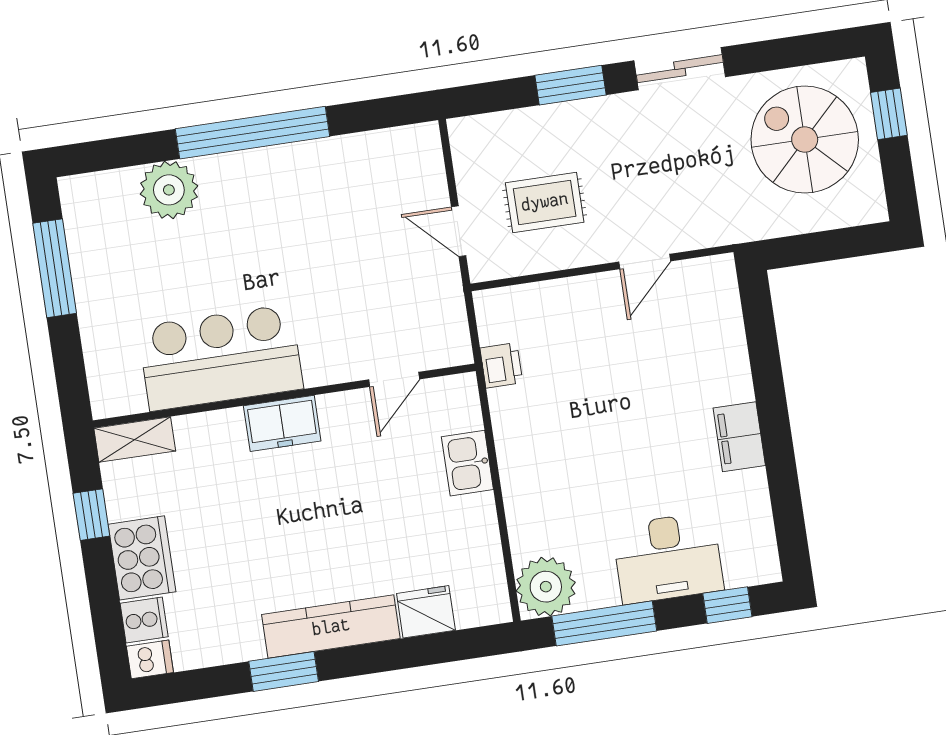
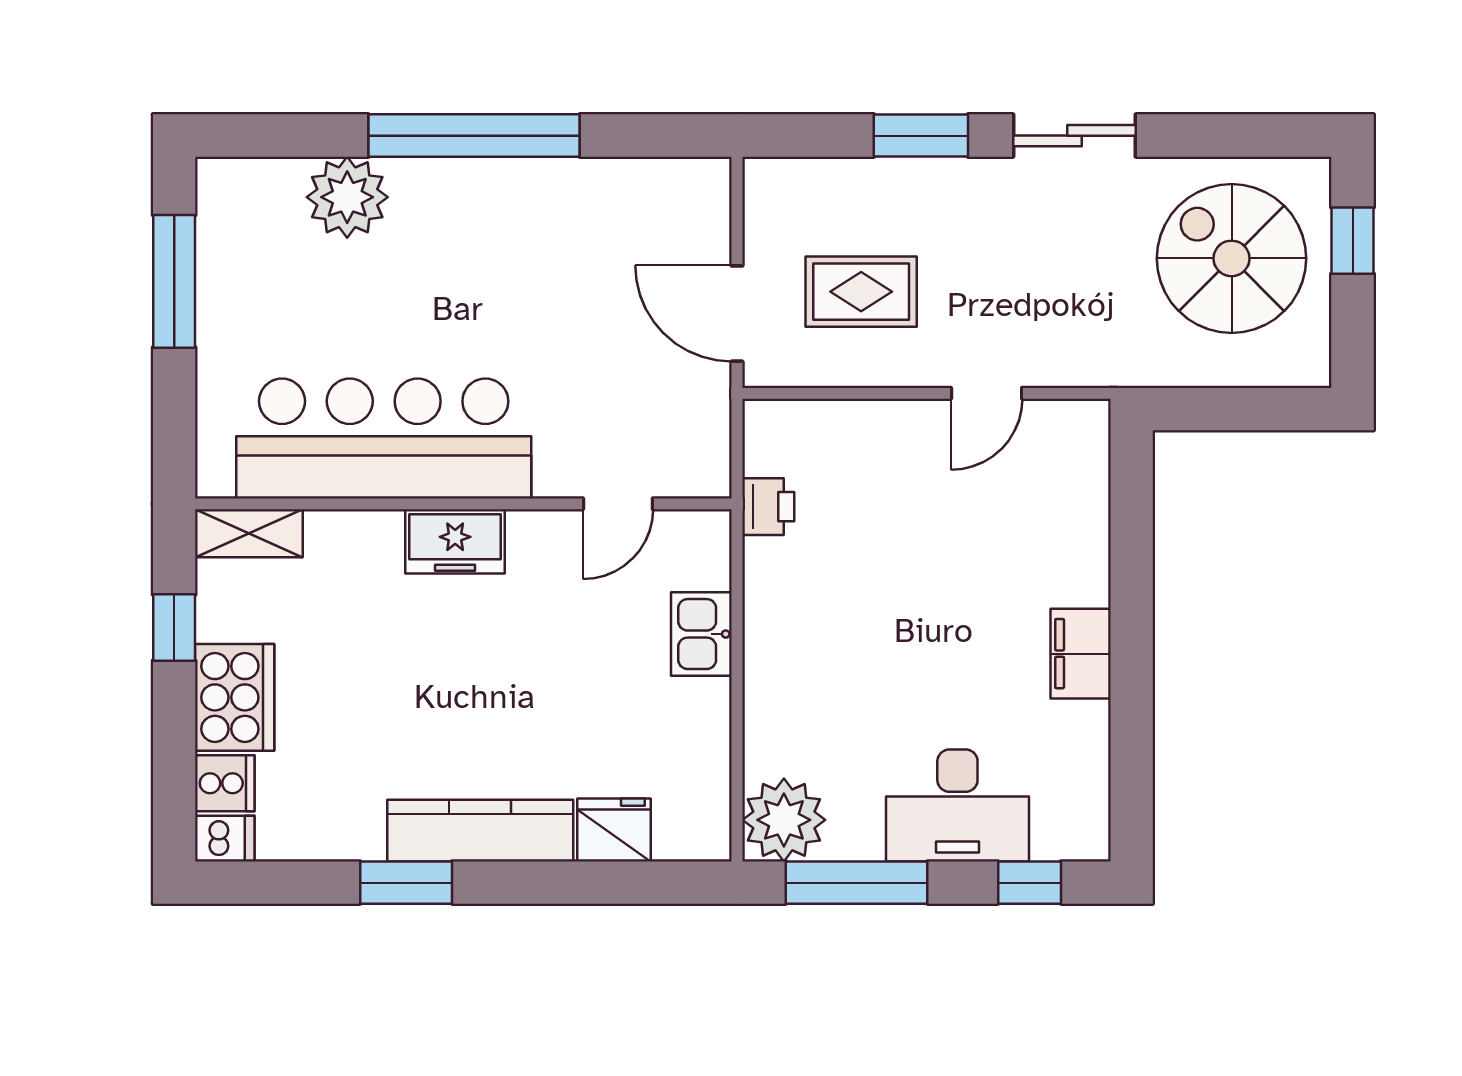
door: (459, 231) -> (737, 314), width x1.37
bar counter: (220, 358) -> (384, 438), width x1.36

